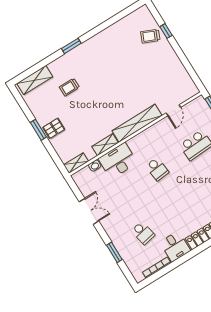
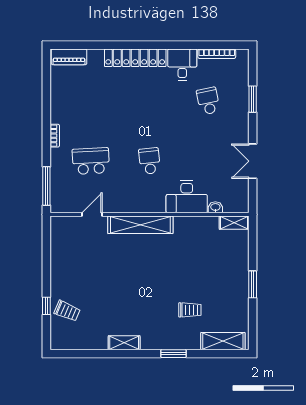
window: (71, 46) -> (173, 354), moved
pallet: (54, 128) -> (235, 276), removed
shelving: (105, 145) -> (124, 343), moved

